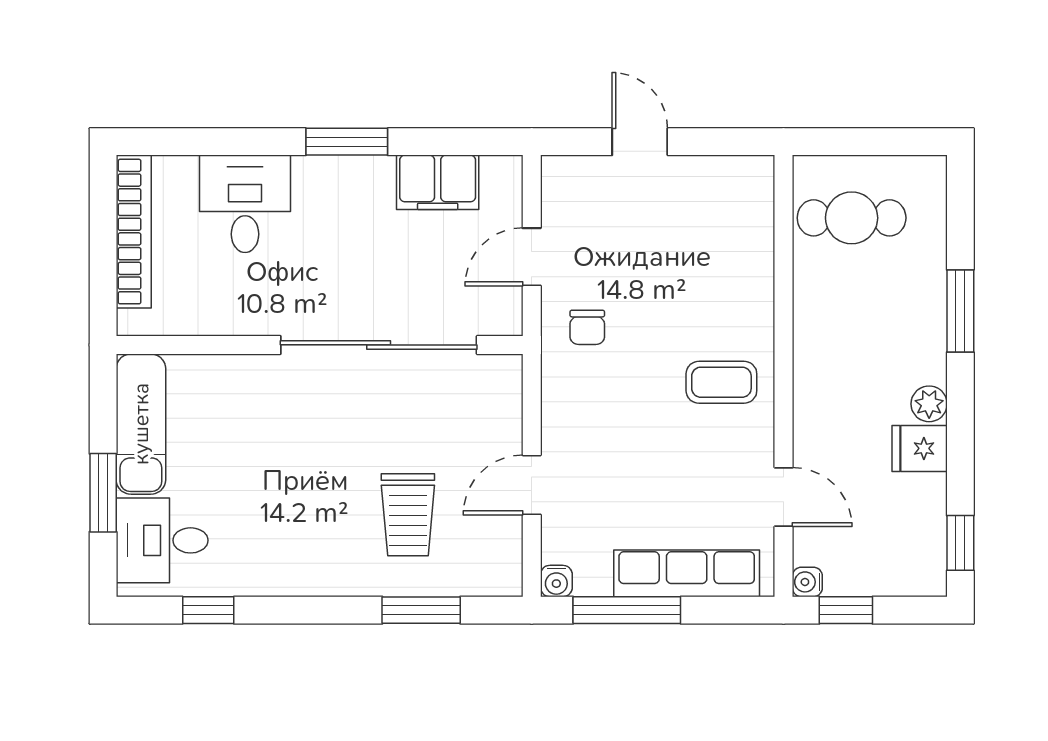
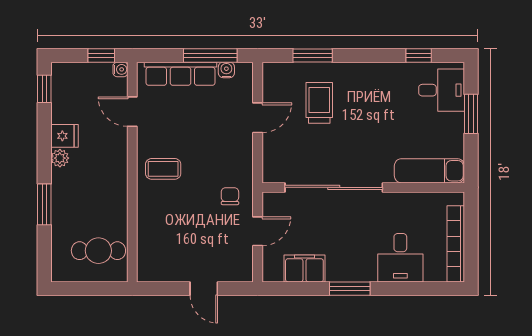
exam couch: (141, 424) -> (429, 171), moved, turned 90
water cooler: (556, 581) -> (226, 70), moved

